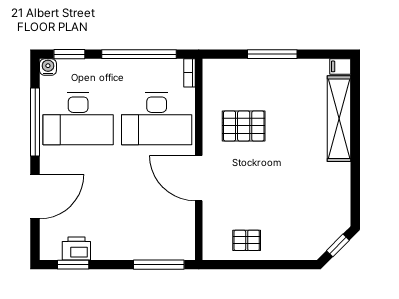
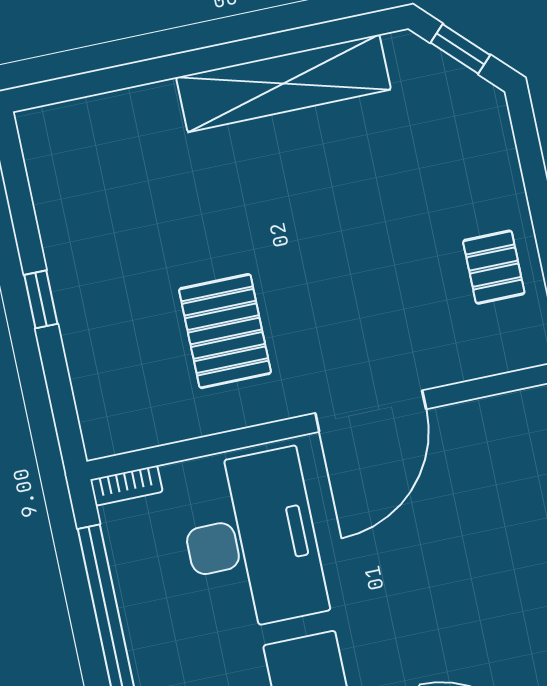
window: (272, 54) -> (41, 299), width x0.46
filing cabinet: (340, 66) -> (36, 132), removed
shelving: (339, 119) -> (283, 83), moved

